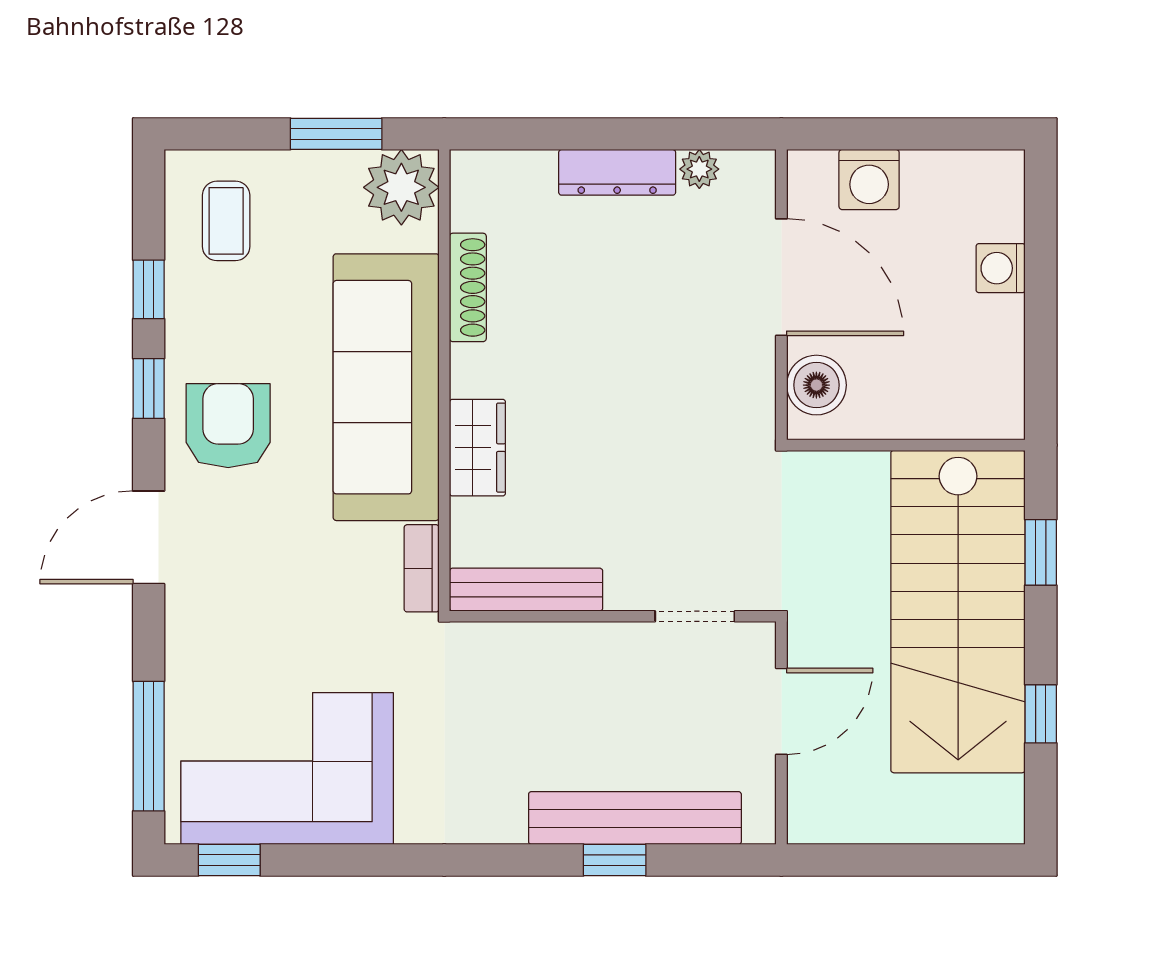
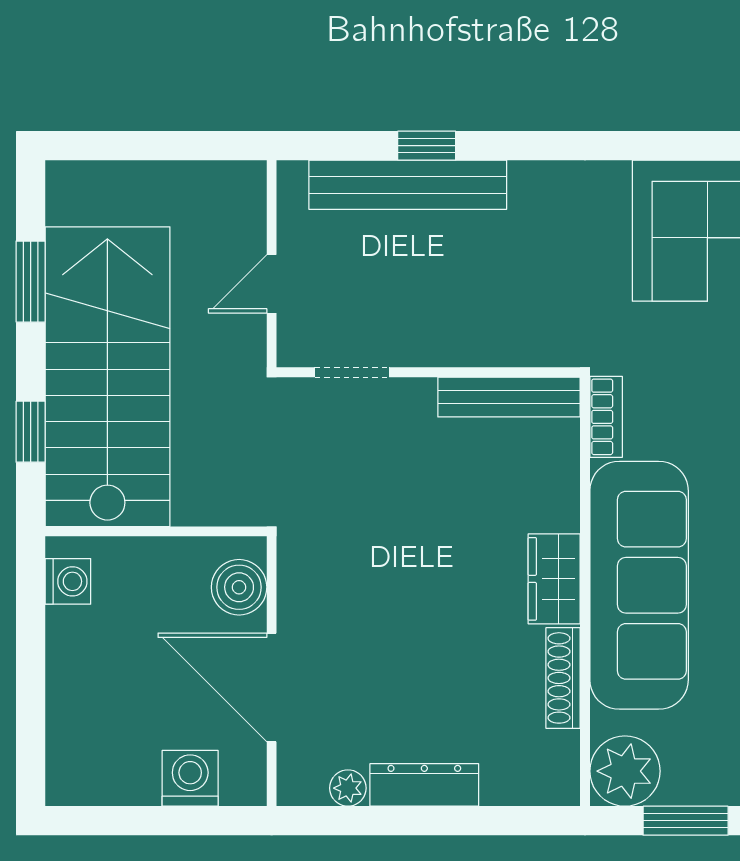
washing machine: (1001, 268) -> (68, 581), moved
wardrobe: (477, 448) -> (554, 579), moved
door: (781, 711) -> (272, 284), width x0.73
window: (1041, 714) -> (31, 282), width x1.50

